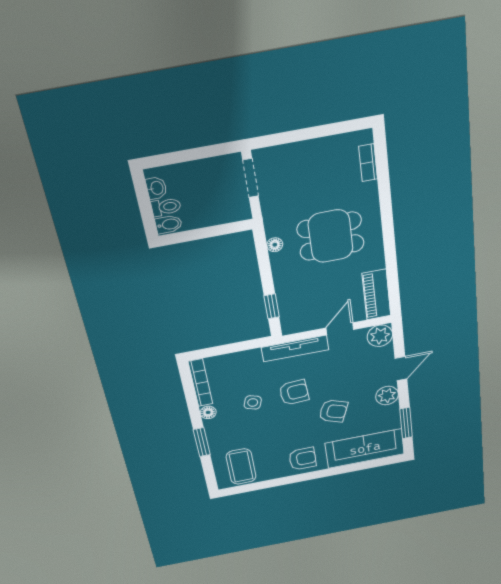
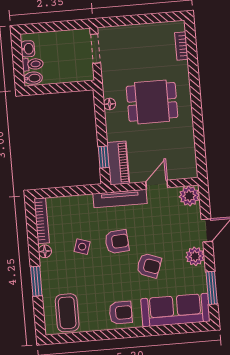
piano: (376, 295) -> (118, 163), moved, turned 180

